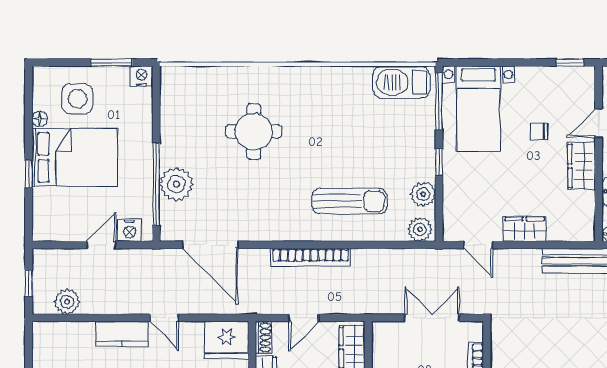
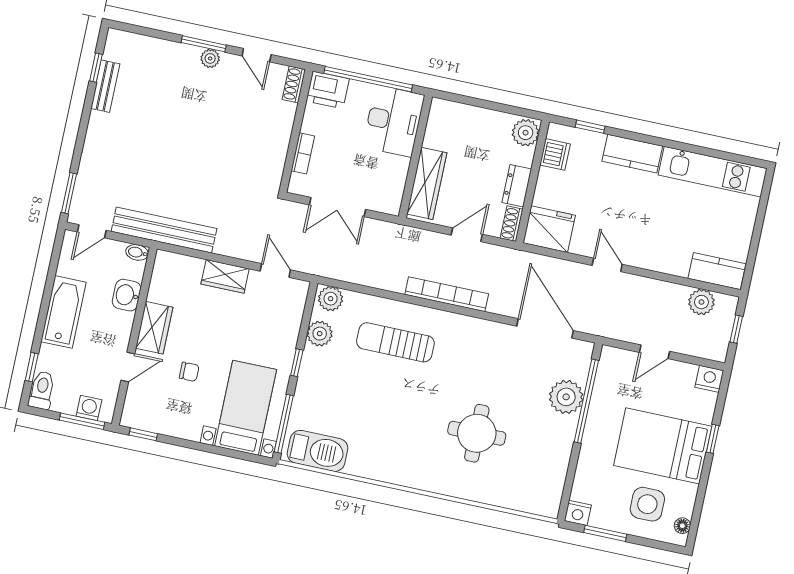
floor lamp: (40, 119) -> (682, 526), moved
nightstand: (129, 230) -> (709, 379), moved
kitchen counter: (122, 334) -> (717, 271), moved

